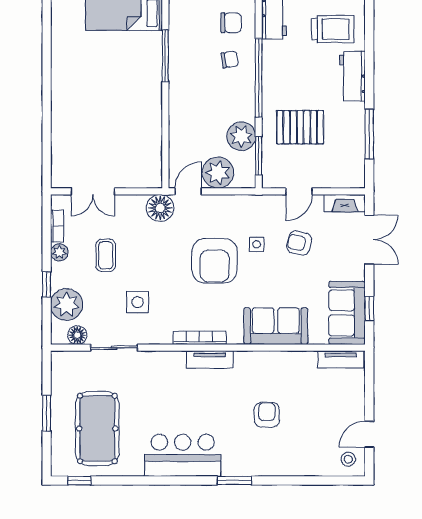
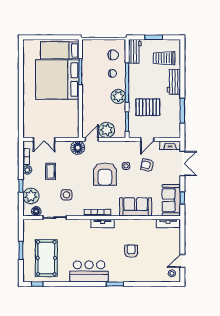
trolley: (333, 29) -> (164, 58), turned 180
bed: (119, 72) -> (57, 80), added
plant: (241, 136) -> (118, 96), moved

